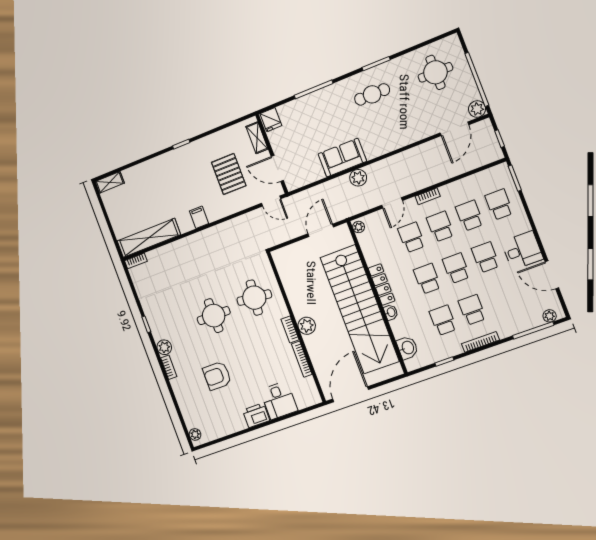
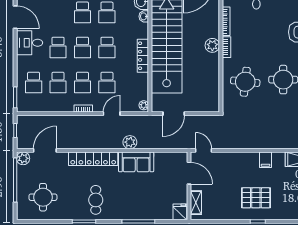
cafe table: (372, 94) -> (96, 200), turned 90
locker: (393, 141) -> (93, 159), added
pallet: (229, 174) -> (256, 198), moved, turned 90
washbasin: (391, 312) -> (144, 16), moved

